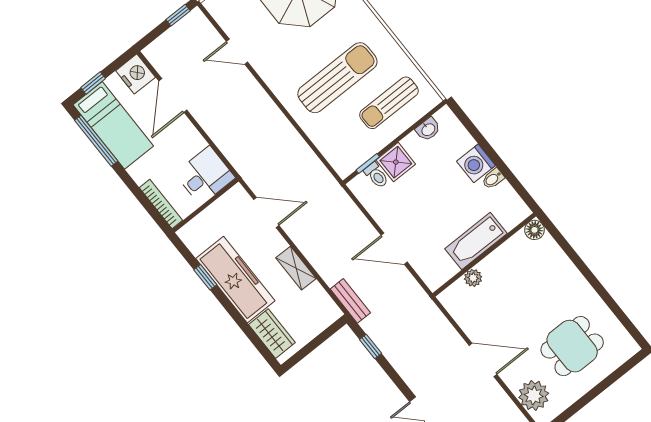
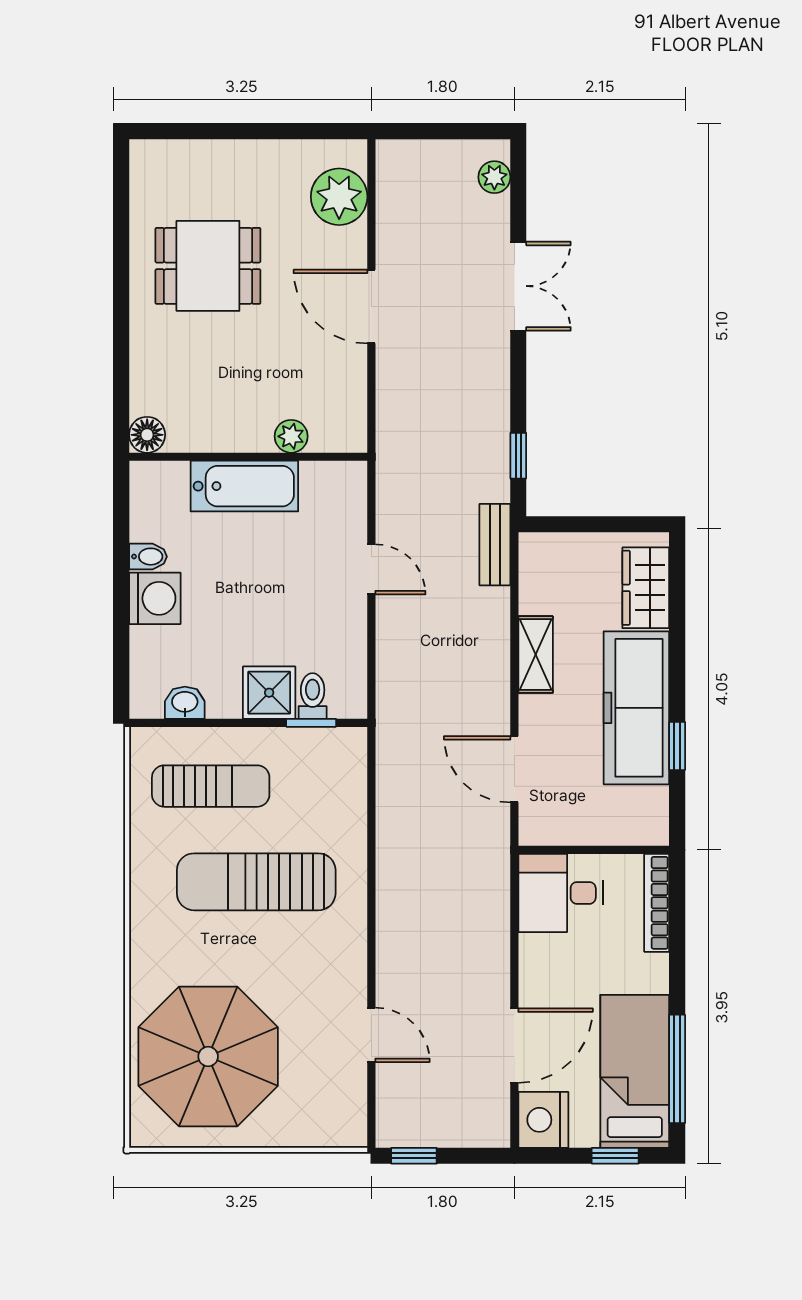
door: (394, 249) -> (371, 569), width x0.73
dining table: (572, 346) -> (208, 266), moved

